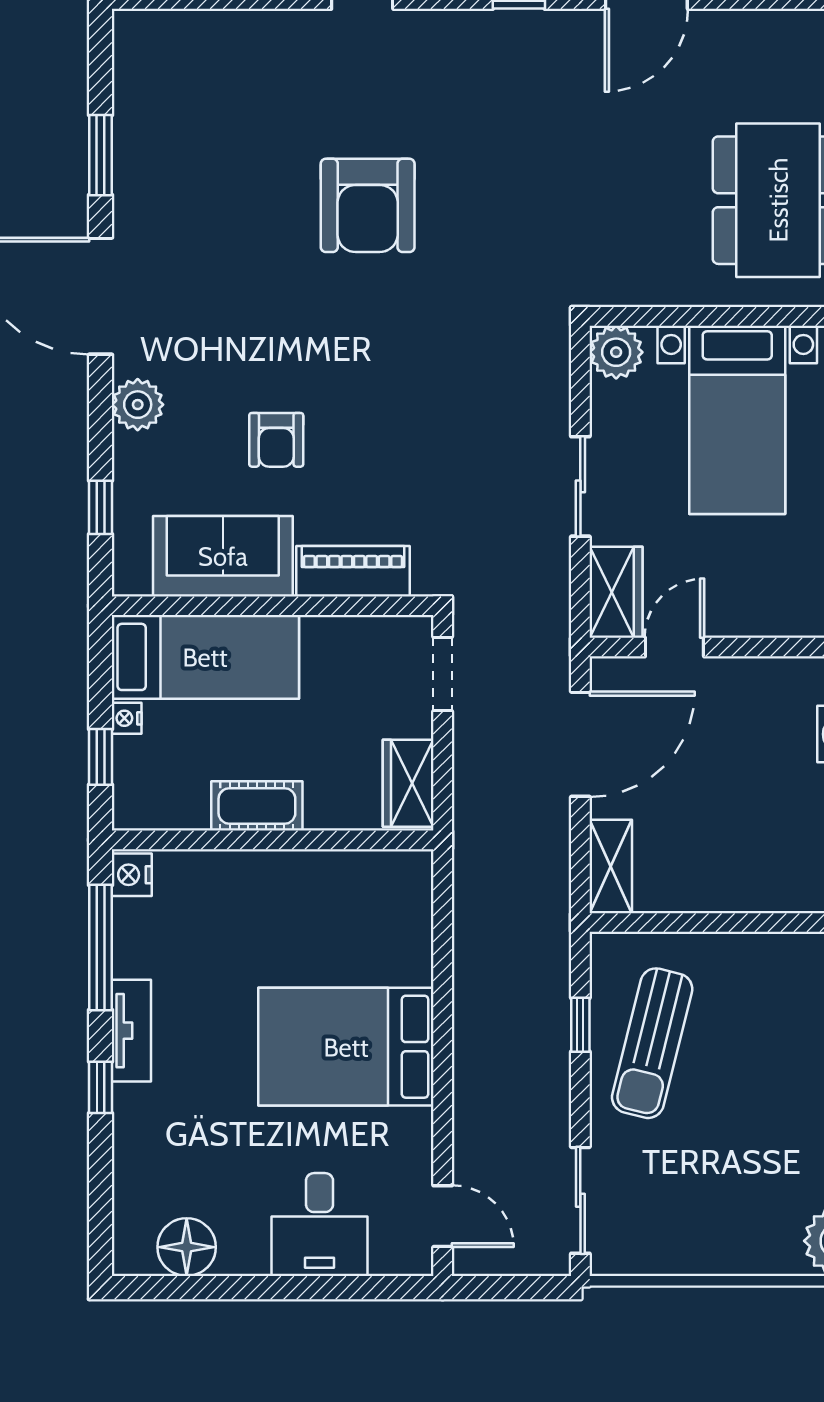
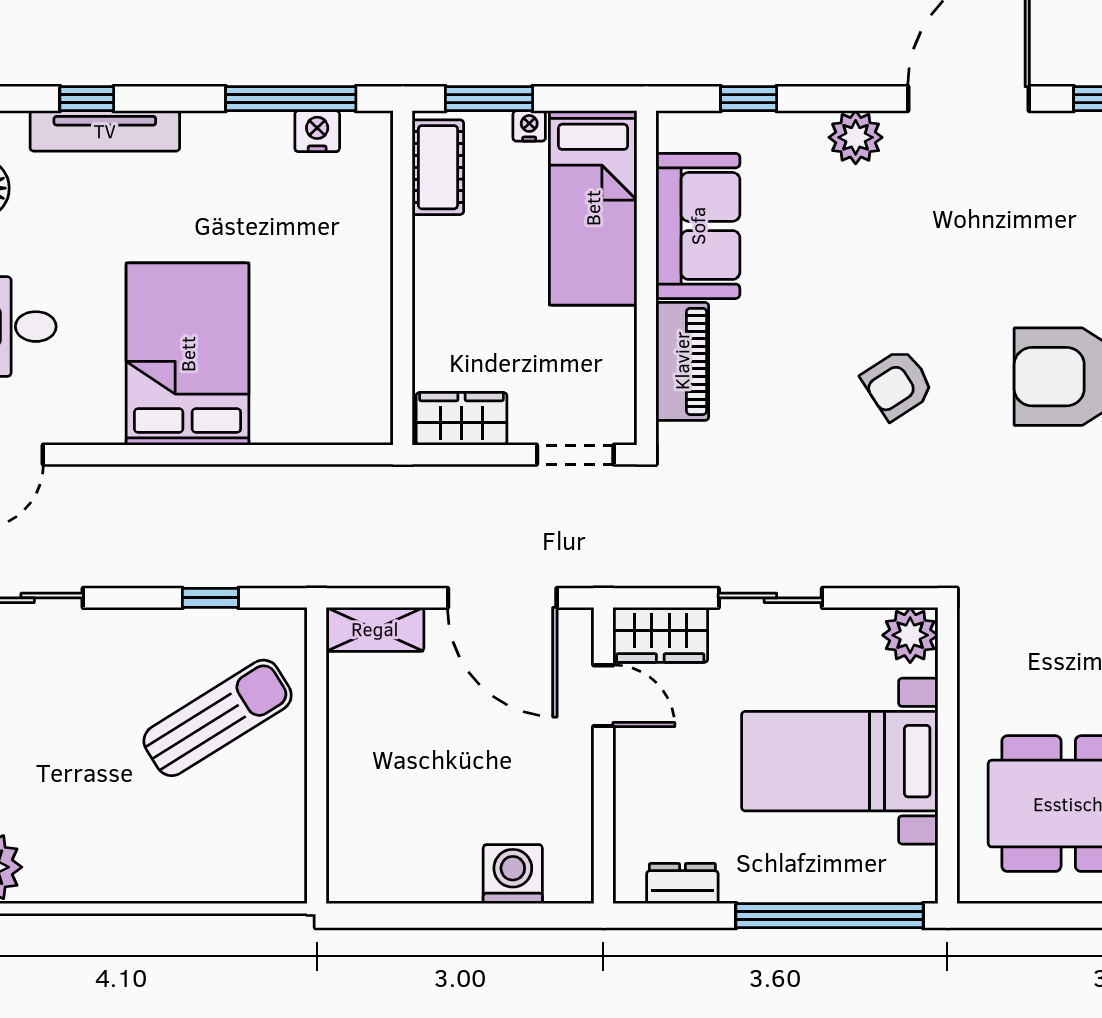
armchair: (276, 440) -> (898, 384), moved, turned -33
window: (100, 757) -> (489, 99), width x1.50
cot: (257, 806) -> (438, 167), moved
nightstand: (132, 875) -> (317, 131), moved
tv unit: (131, 1031) -> (105, 131), moved, width x1.41
sun lounger: (652, 1043) -> (218, 718), moved, turned 134
window: (100, 1087) -> (87, 99), moved

